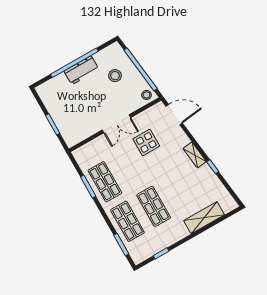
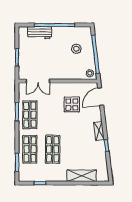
workbench: (81, 70) -> (40, 33), moved
door: (174, 115) -> (101, 97), swing flipped
double door: (116, 124) -> (38, 81), moved

